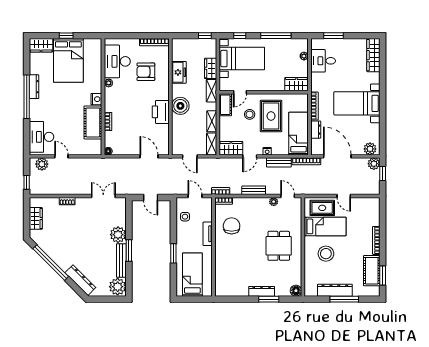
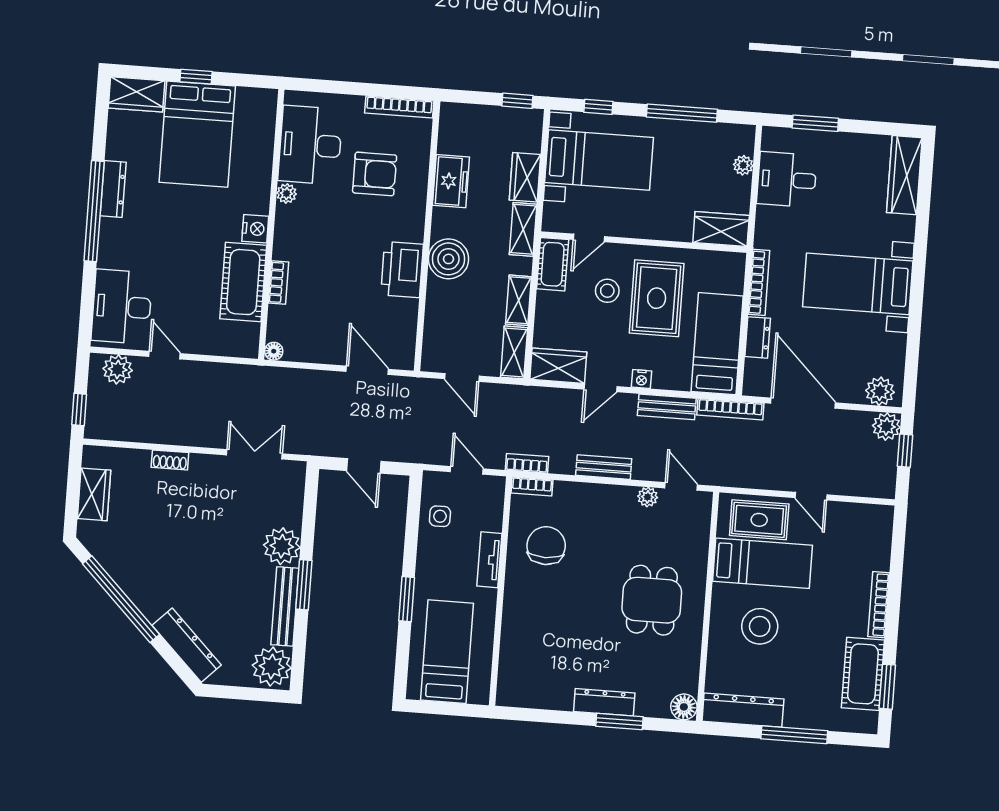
armchair: (146, 72) -> (375, 174), turned 180
dresser: (335, 290) -> (743, 710), moved

